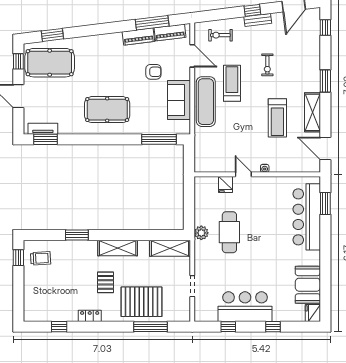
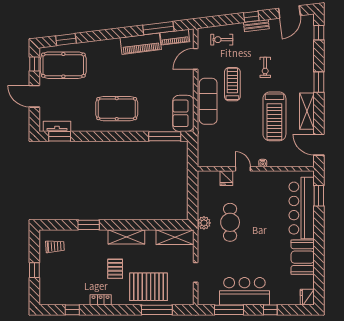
piano: (138, 37) -> (141, 44), width x1.37, depth x1.33
door: (192, 56) -> (196, 59), swing flipped
armchair: (153, 72) -> (160, 74), removed
sofa: (179, 100) -> (183, 113), moved
treadmill: (277, 118) -> (274, 116), width x1.37, depth x1.38
window: (18, 258) -> (34, 270), moved
booth: (308, 285) -> (303, 257), moved
window: (228, 327) -> (229, 310), width x2.17

